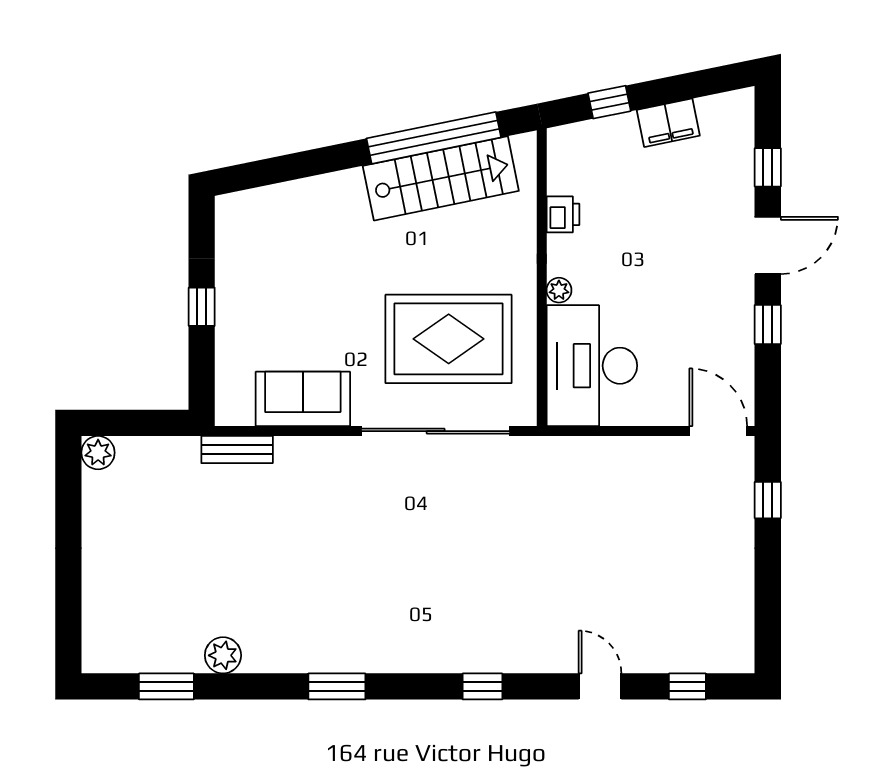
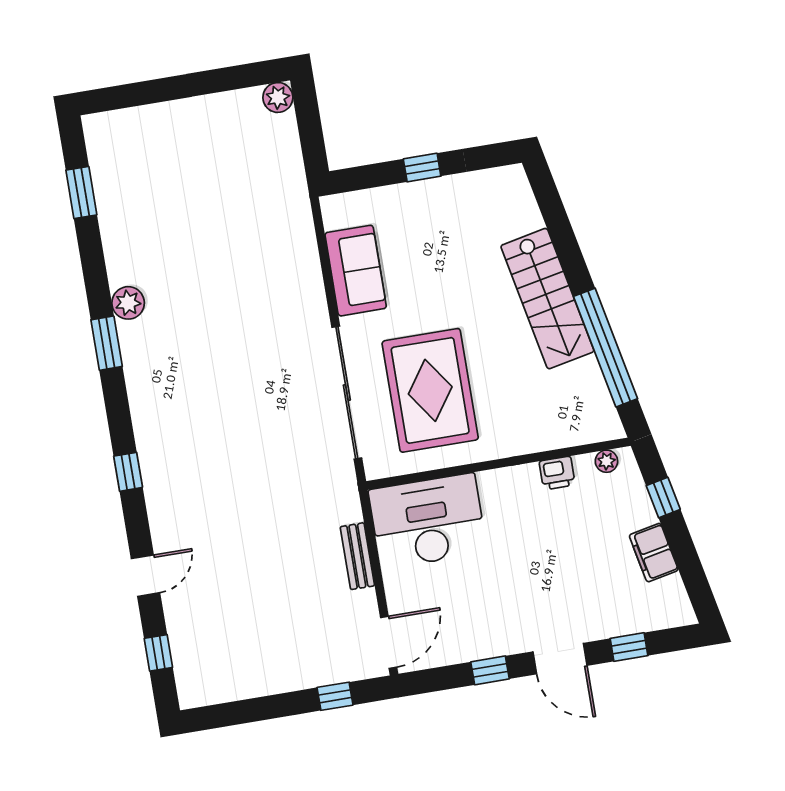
stairs: (441, 178) -> (547, 299), moved
plant: (559, 290) -> (606, 461), moved
bench: (237, 450) -> (357, 556), moved
plant: (223, 655) -> (128, 303), moved

